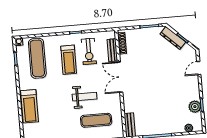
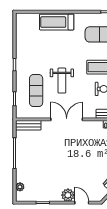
double door: (120, 77) -> (67, 119), moved
plant: (195, 107) -> (68, 195), moved

